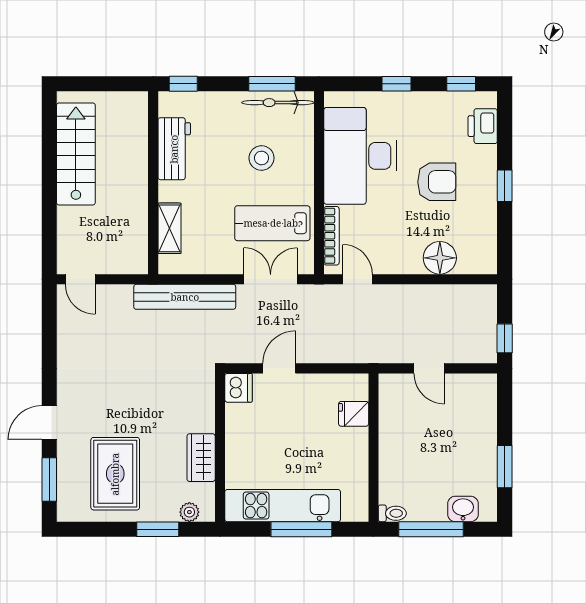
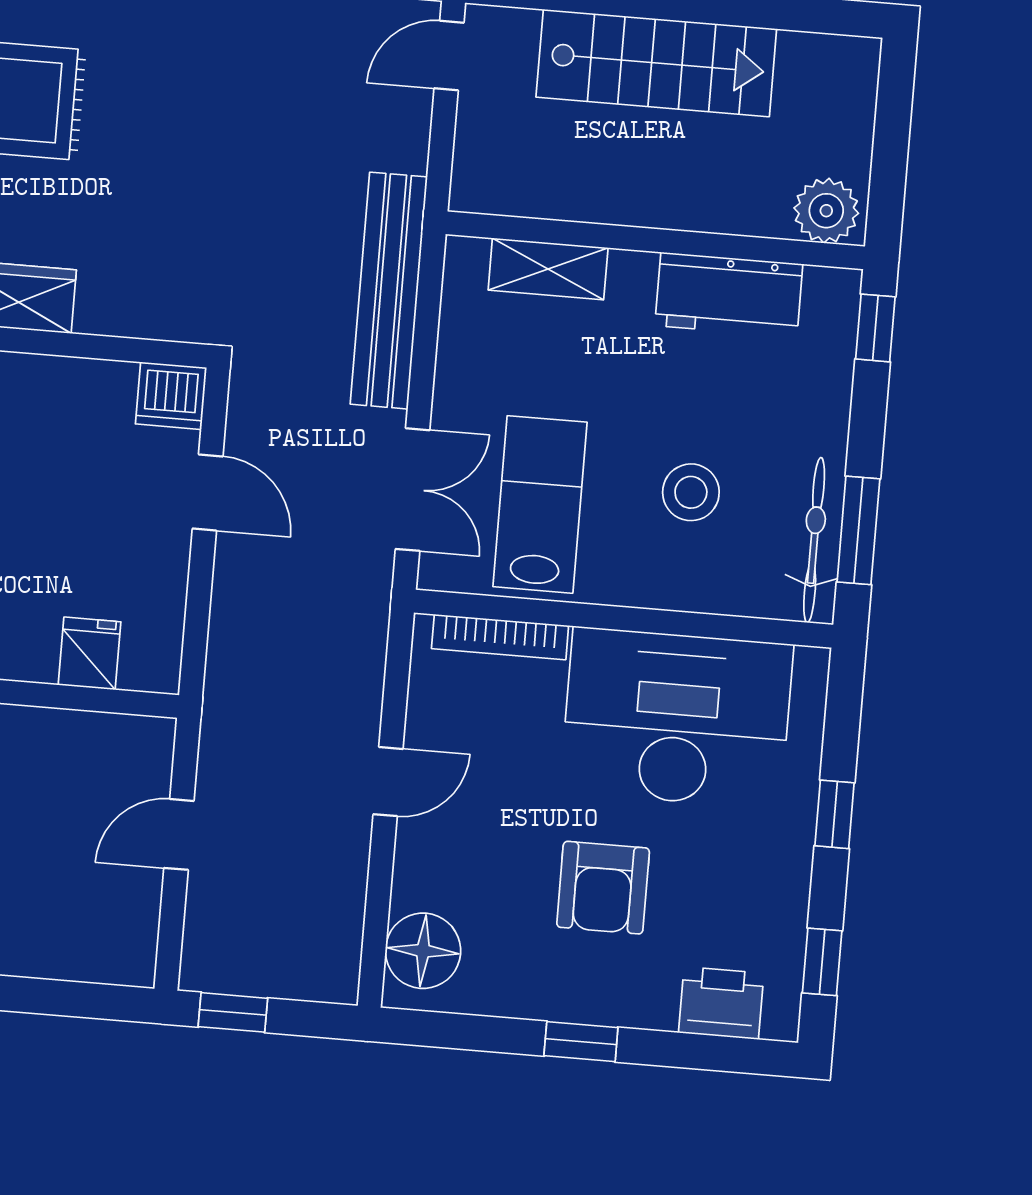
plant: (134, 109) -> (826, 211), added
stairs: (76, 154) -> (656, 63), moved
floor lamp: (440, 258) -> (423, 951), moved
door: (358, 279) -> (388, 782), moved

